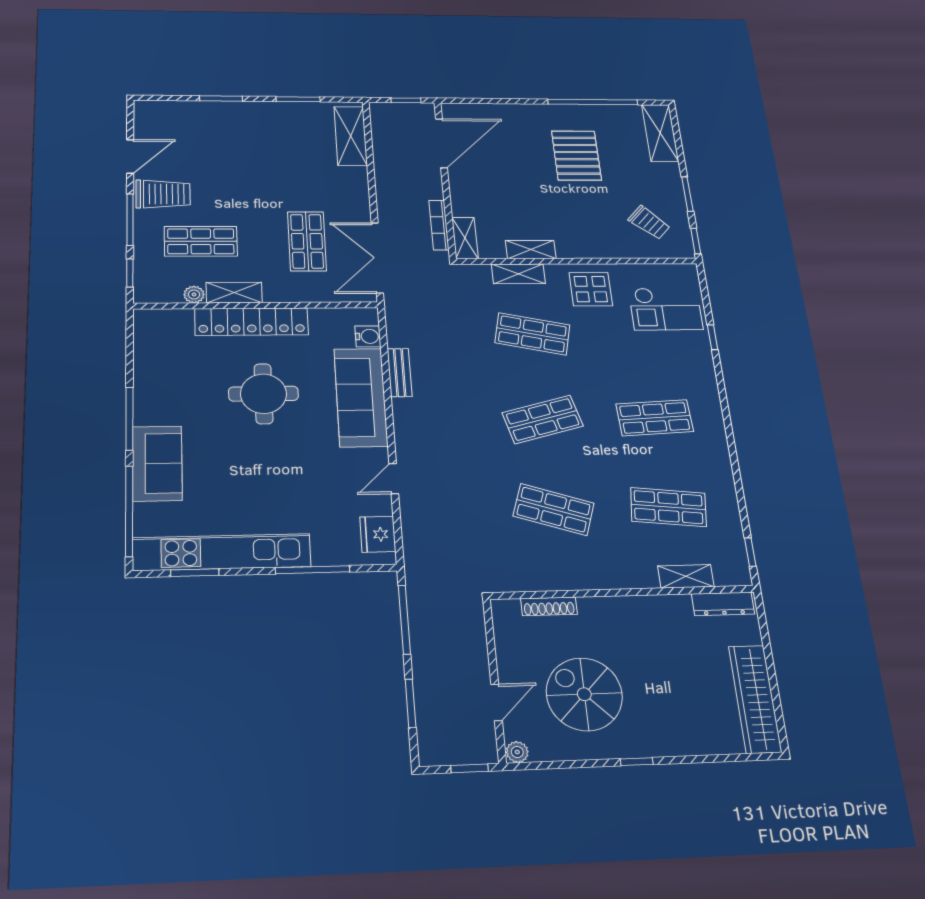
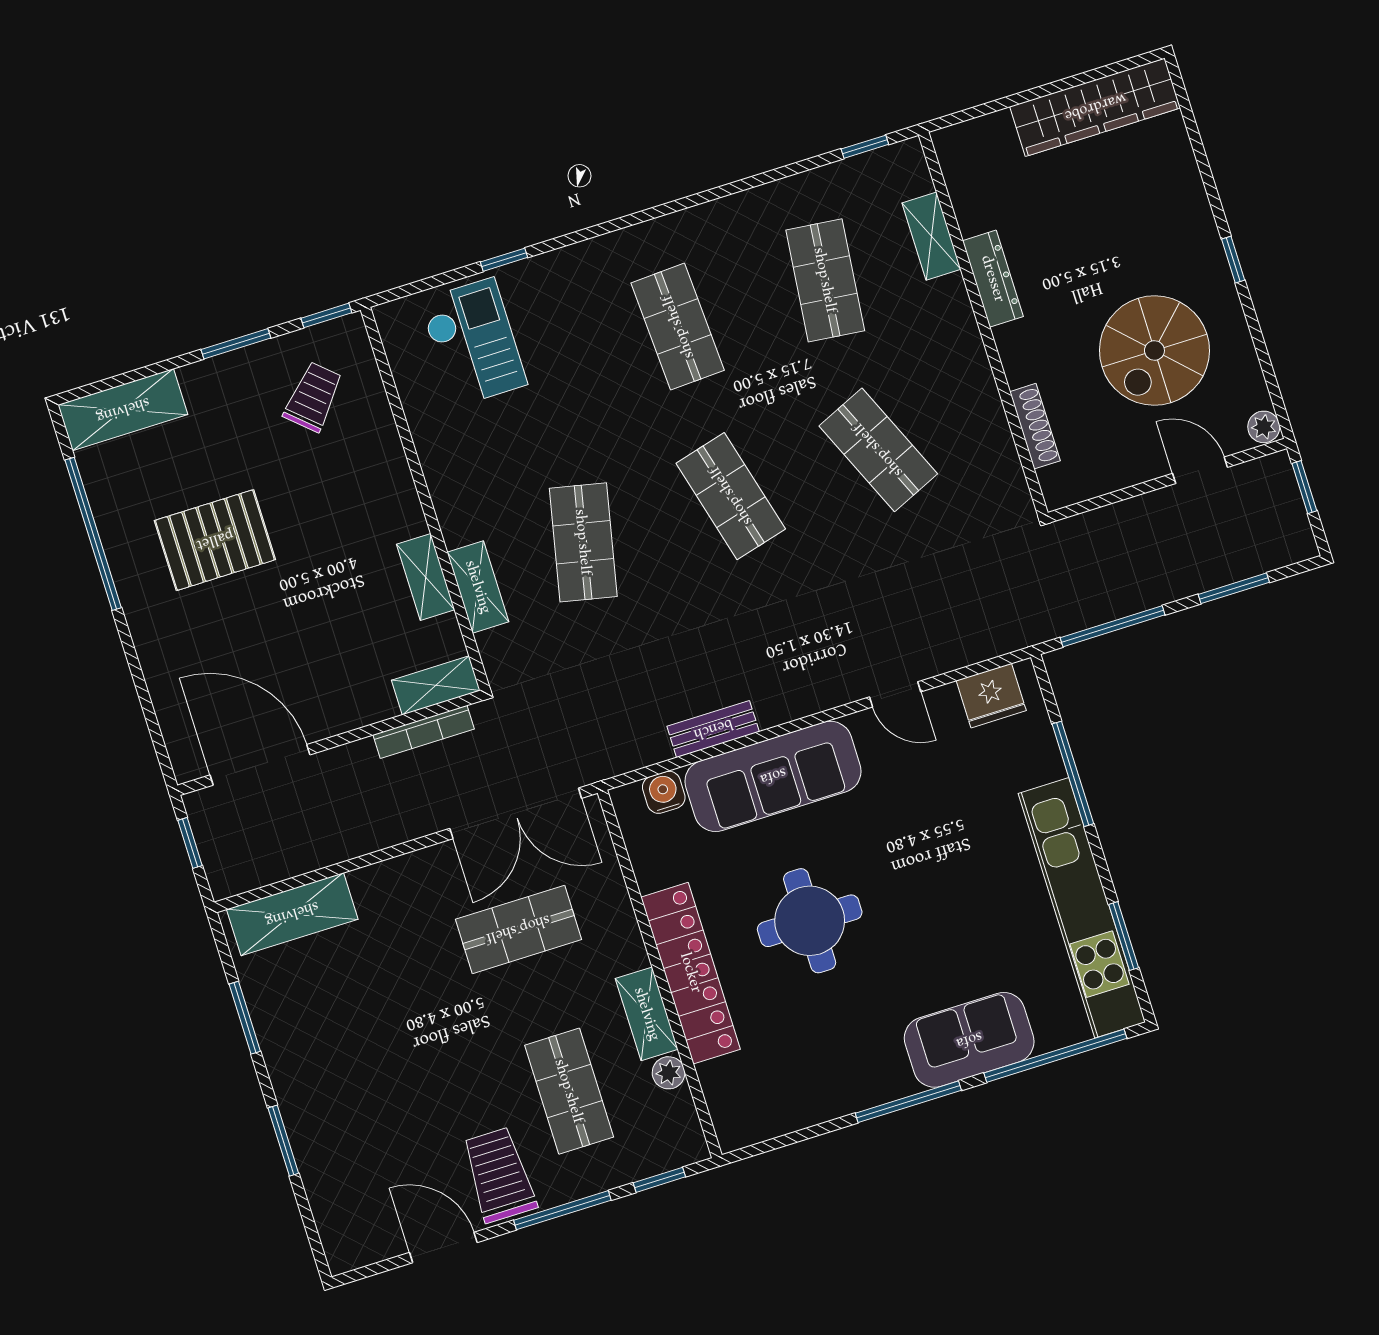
display table: (591, 289) -> (472, 468), removed
shop shelf: (554, 510) -> (878, 450), turned -42
dresser: (723, 604) -> (993, 279), moved

